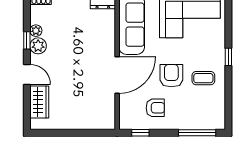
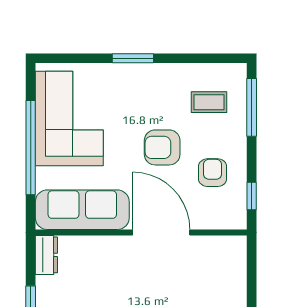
window: (228, 57) -> (133, 58), width x1.50
coffee table: (203, 78) -> (209, 102), moved, turned 90

